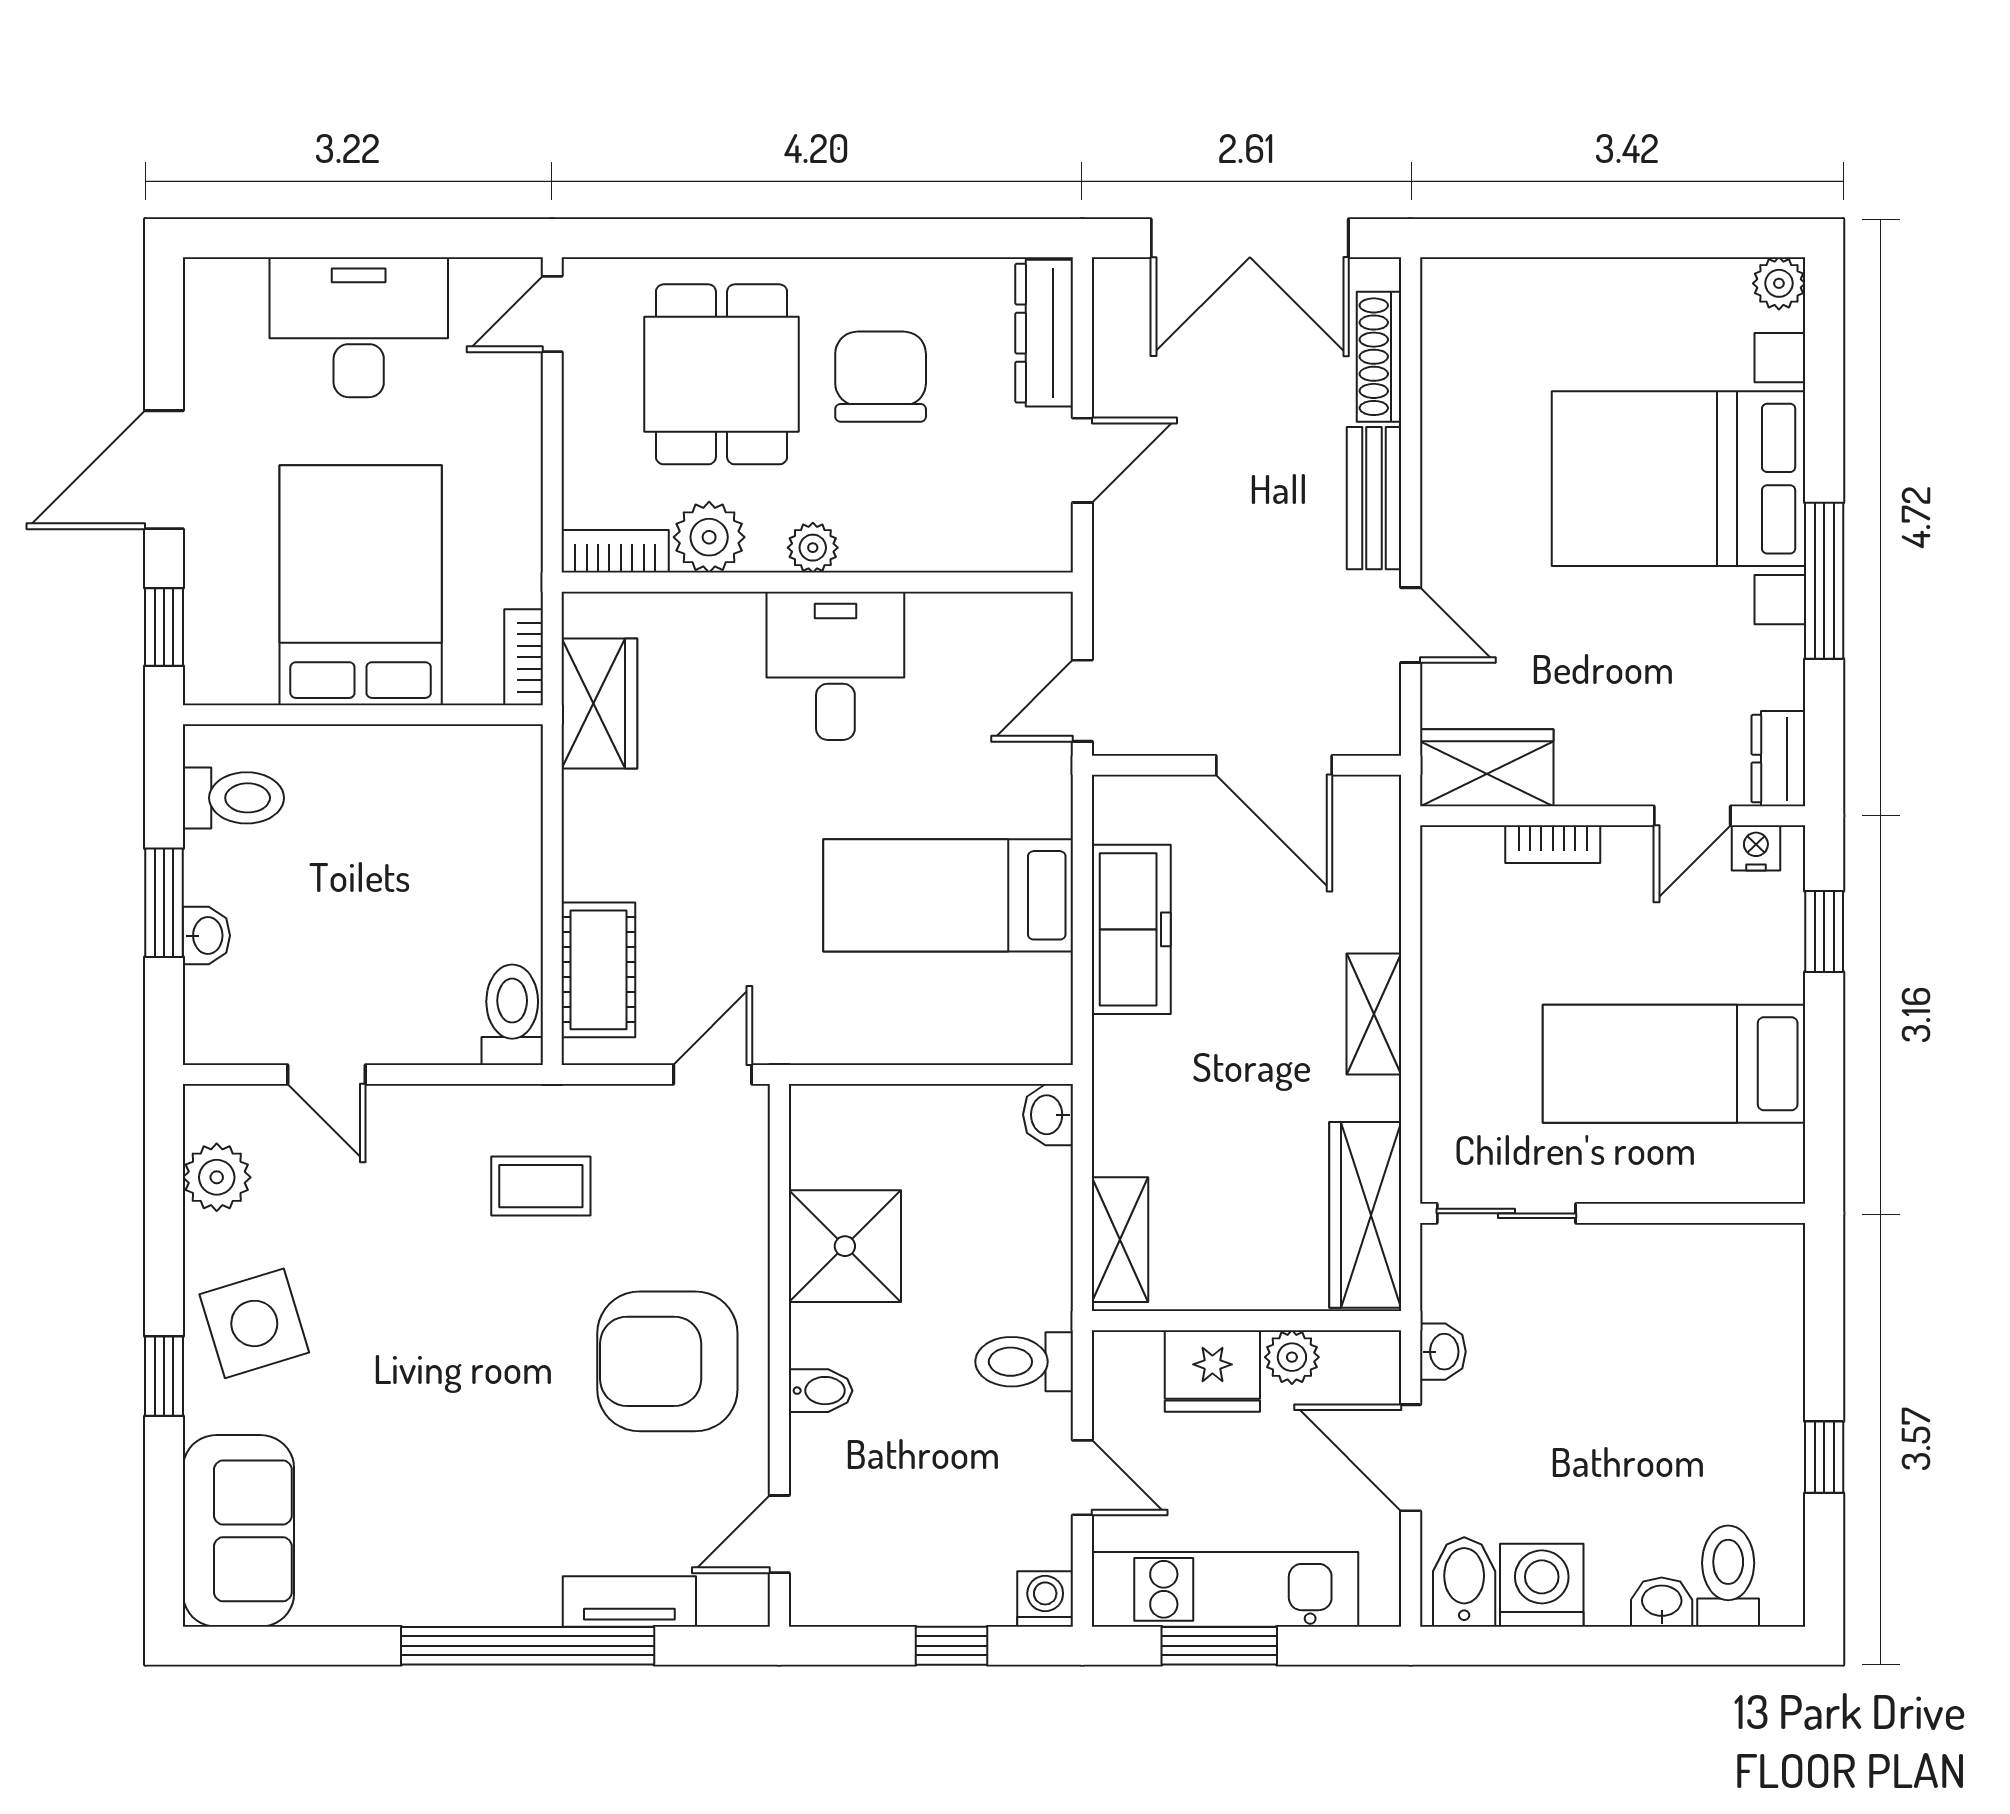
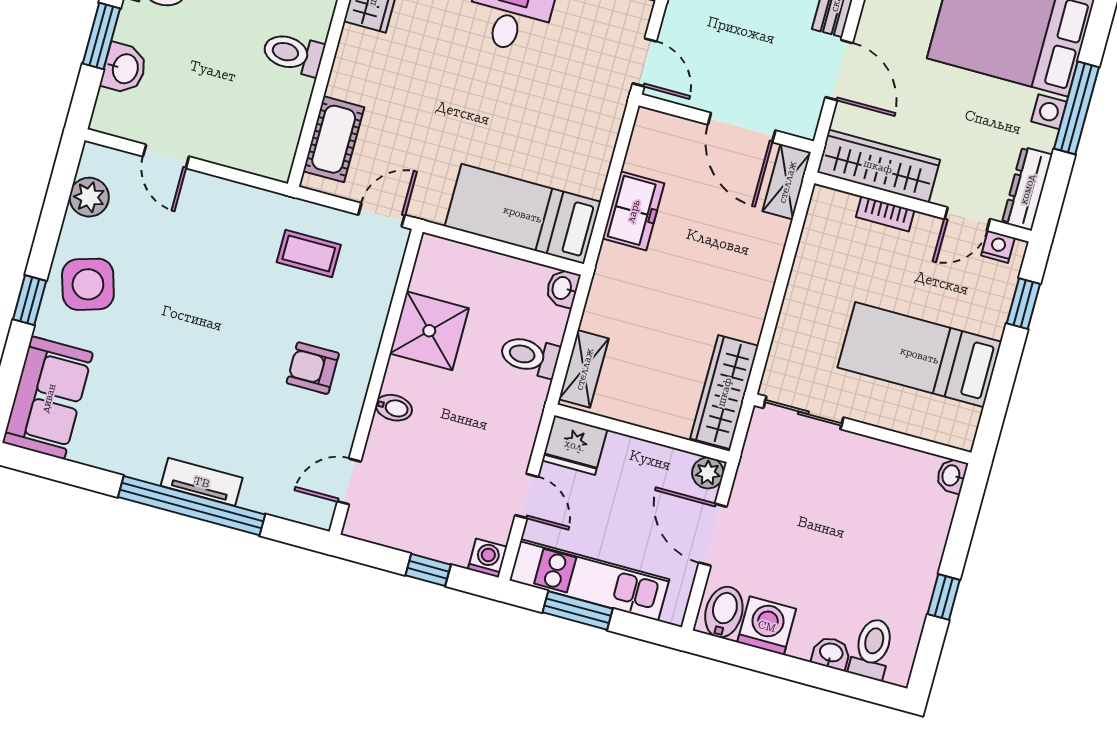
door: (1411, 625) -> (839, 70), width x1.37
door: (1082, 701) -> (644, 62), swing flipped
dresser: (1778, 759) -> (1027, 189), width x1.44
wardrobe: (1487, 768) -> (878, 166), width x1.50
bed: (948, 895) -> (523, 214), moved
freezer: (1131, 929) -> (633, 211), width x0.71
washbasin: (206, 936) -> (124, 68), width x1.38, depth x1.45
shelving: (1374, 1014) -> (787, 182), moved
toilet: (512, 1015) -> (293, 54), moved, turned -90
coffee table: (541, 1186) -> (309, 254), moved
washbasin: (1443, 1352) -> (952, 476), moved, turned 180
plant: (1292, 1357) -> (708, 473), moved
armchair: (667, 1361) -> (313, 368), width x0.53, depth x0.53
toilet: (1024, 1362) -> (530, 356), moved
fridge: (1212, 1371) -> (575, 445), moved
tv unit: (629, 1601) -> (202, 482), moved

